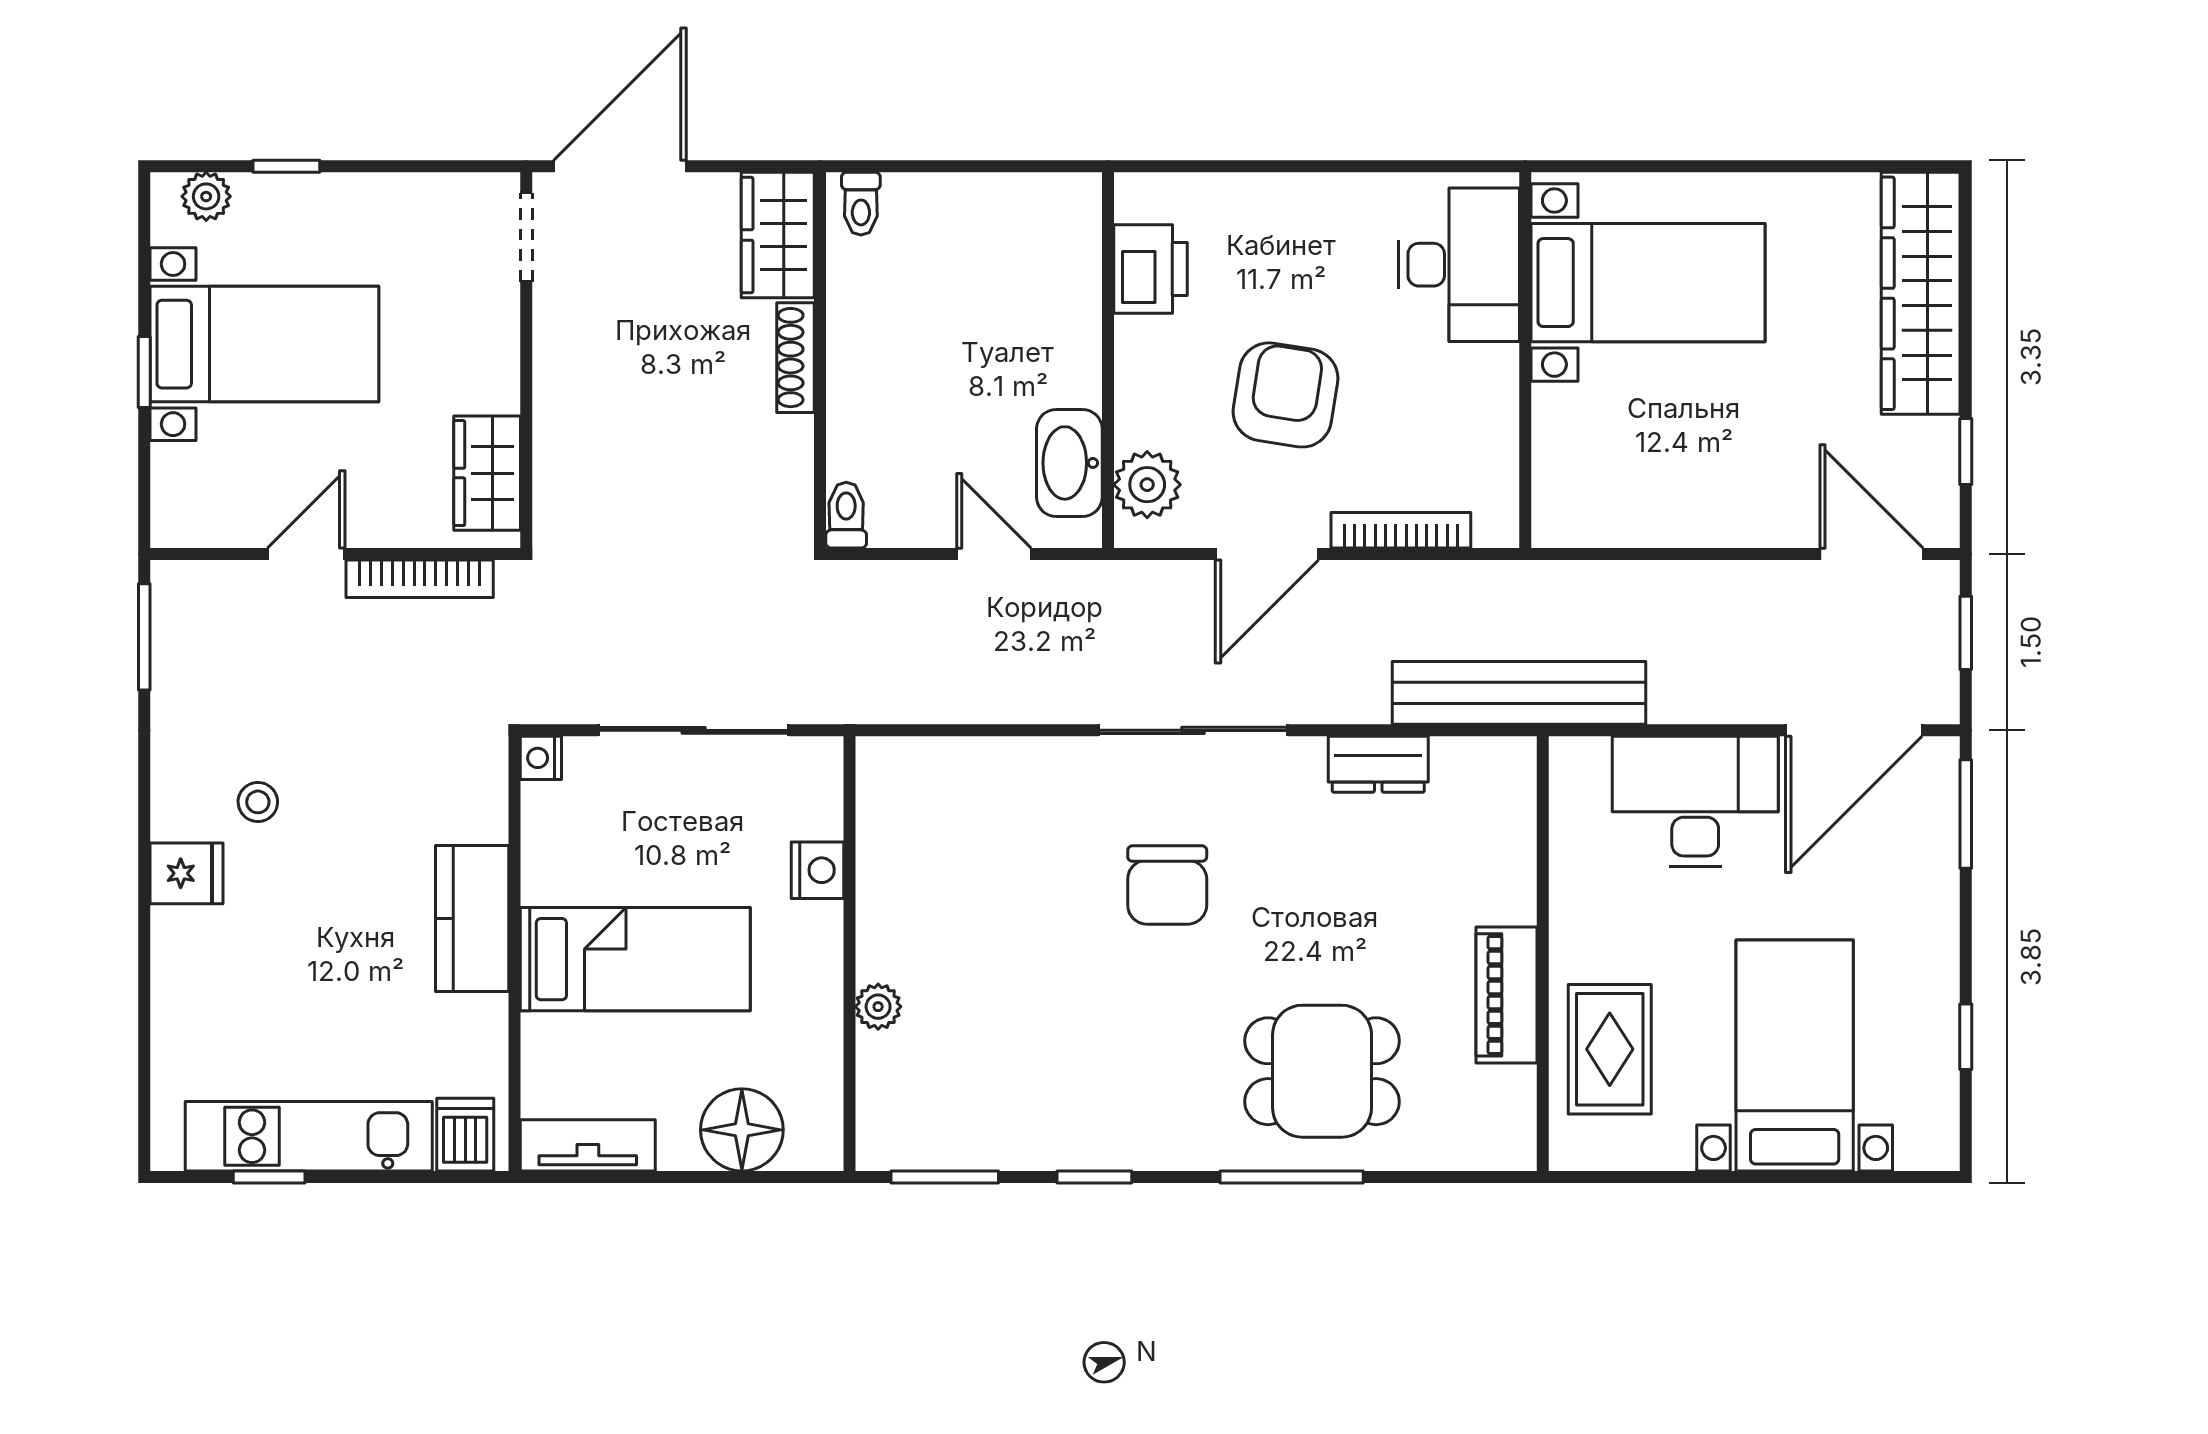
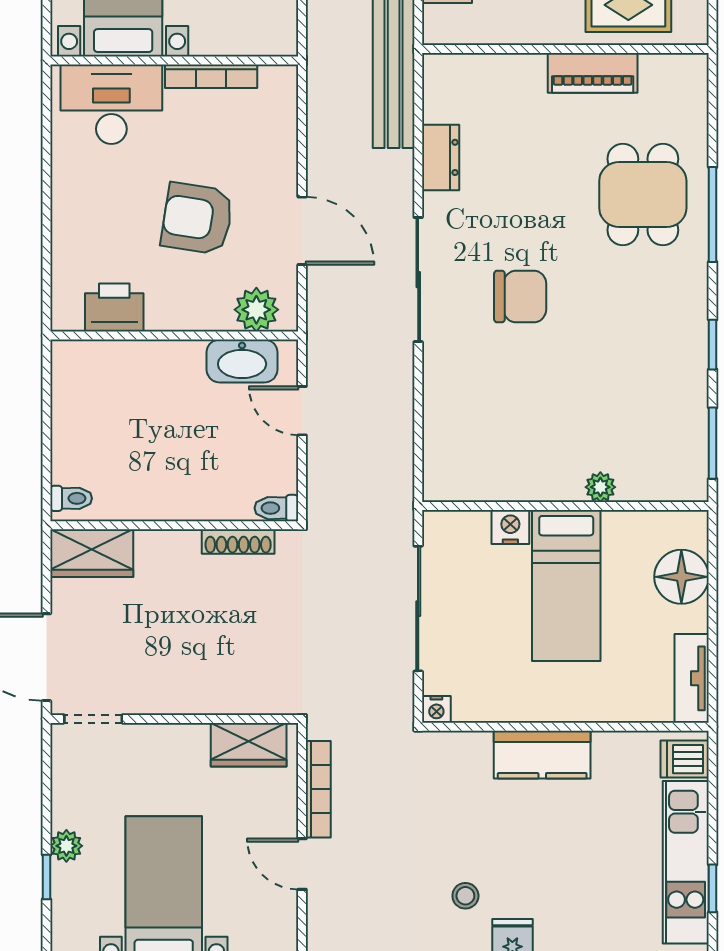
plant: (206, 196) -> (66, 846), moved
shoe rack: (795, 358) -> (238, 541), moved
bookcase: (1401, 530) -> (211, 76), moved, turned -90
door: (994, 554) -> (302, 411), hinge flipped
bed: (635, 959) -> (566, 585), moved, turned 180

